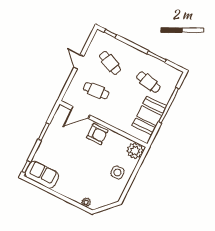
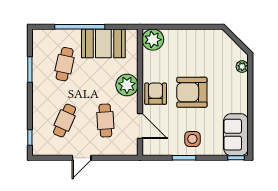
plant: (113, 118) -> (127, 85), added
armchair: (86, 159) -> (192, 92), added
side table: (117, 172) -> (192, 139), moved

